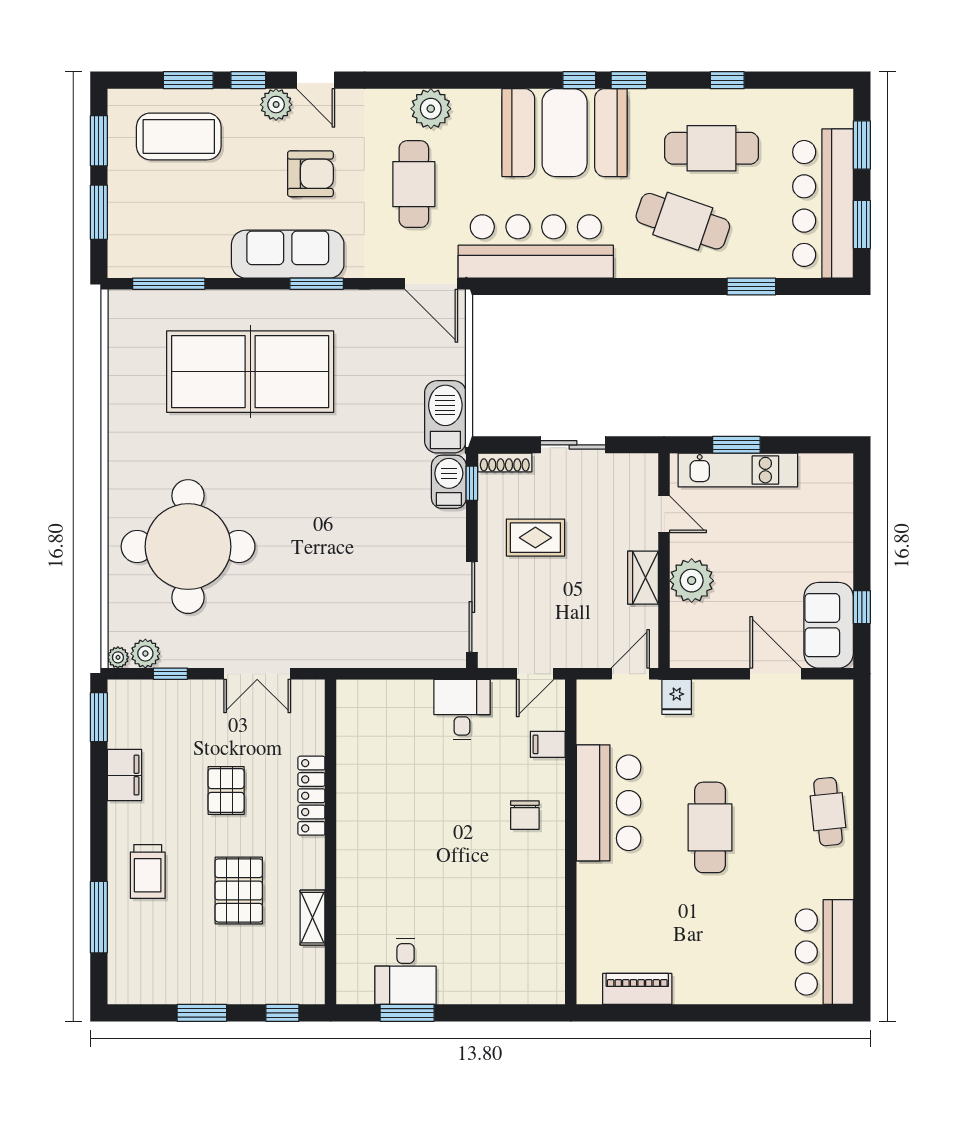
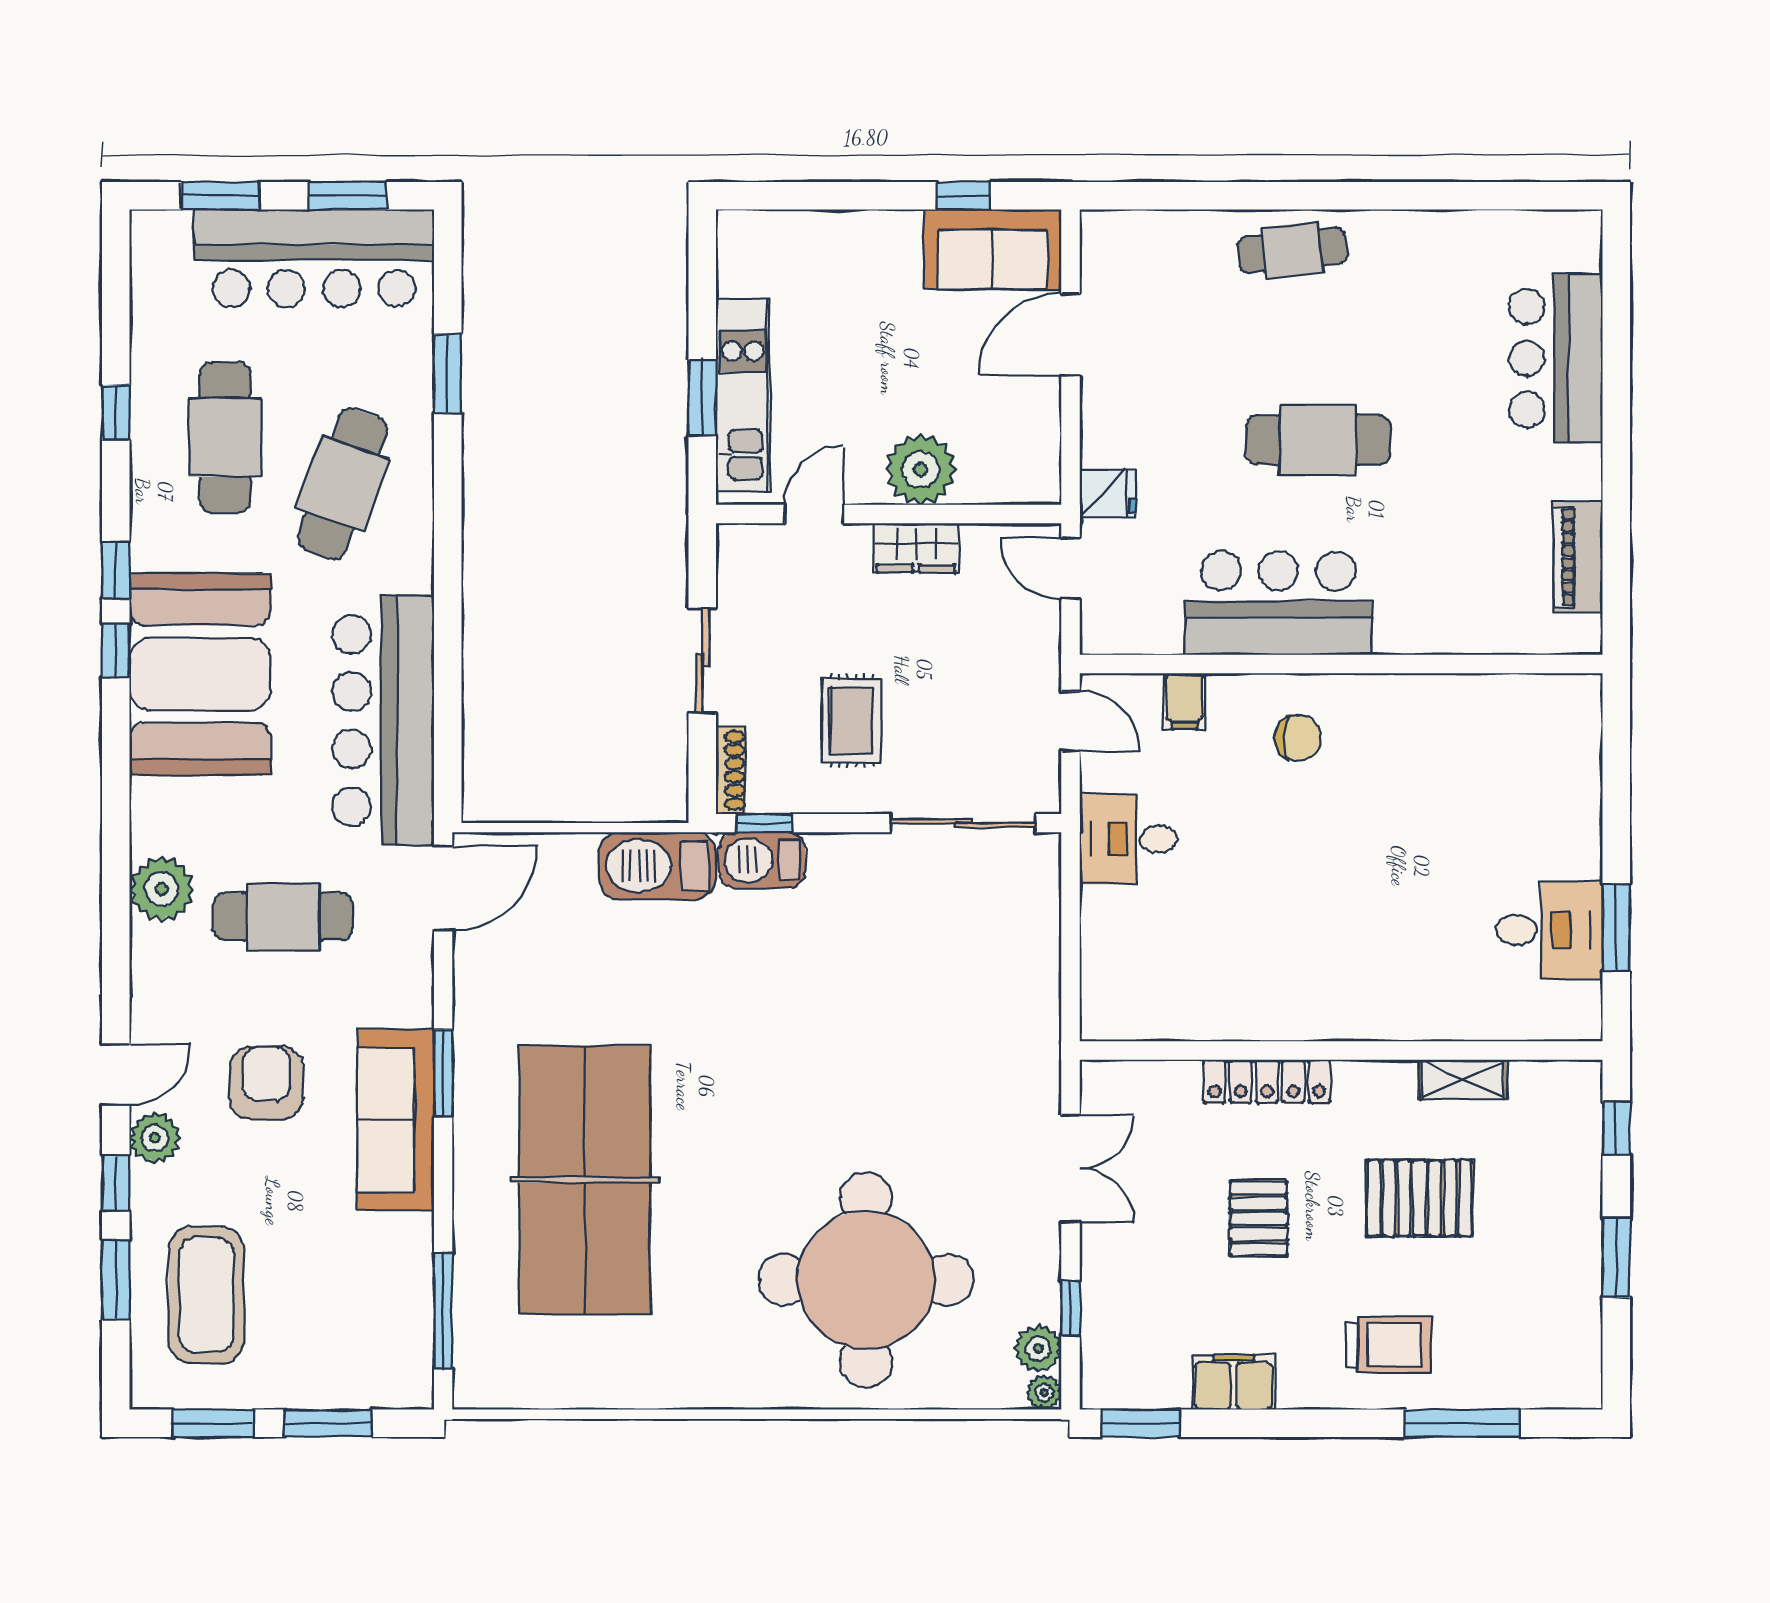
pallet: (226, 790) -> (1259, 1219), turned 90
bar counter: (824, 952) -> (1556, 358), moved, turned 90

